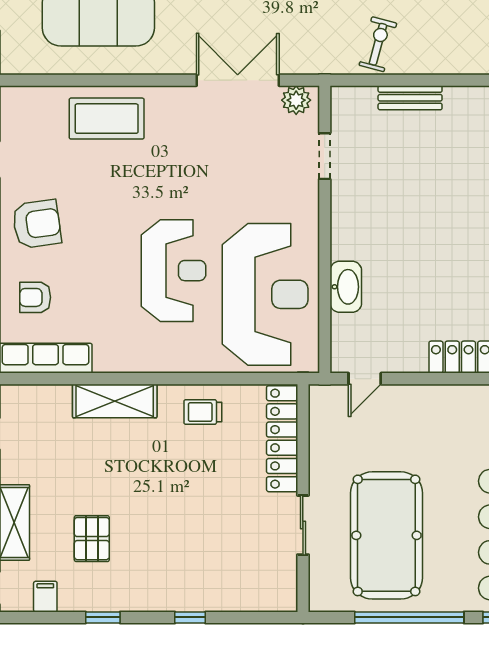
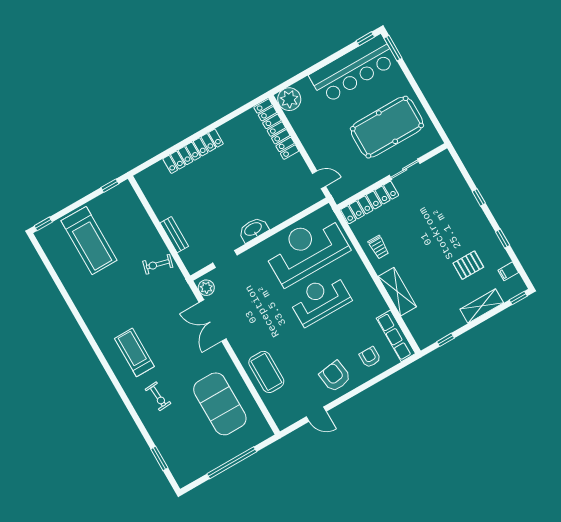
washbasin: (346, 287) -> (253, 229), moved
armchair: (35, 297) -> (370, 357), turned 180
window: (409, 617) -> (419, 94), removed

